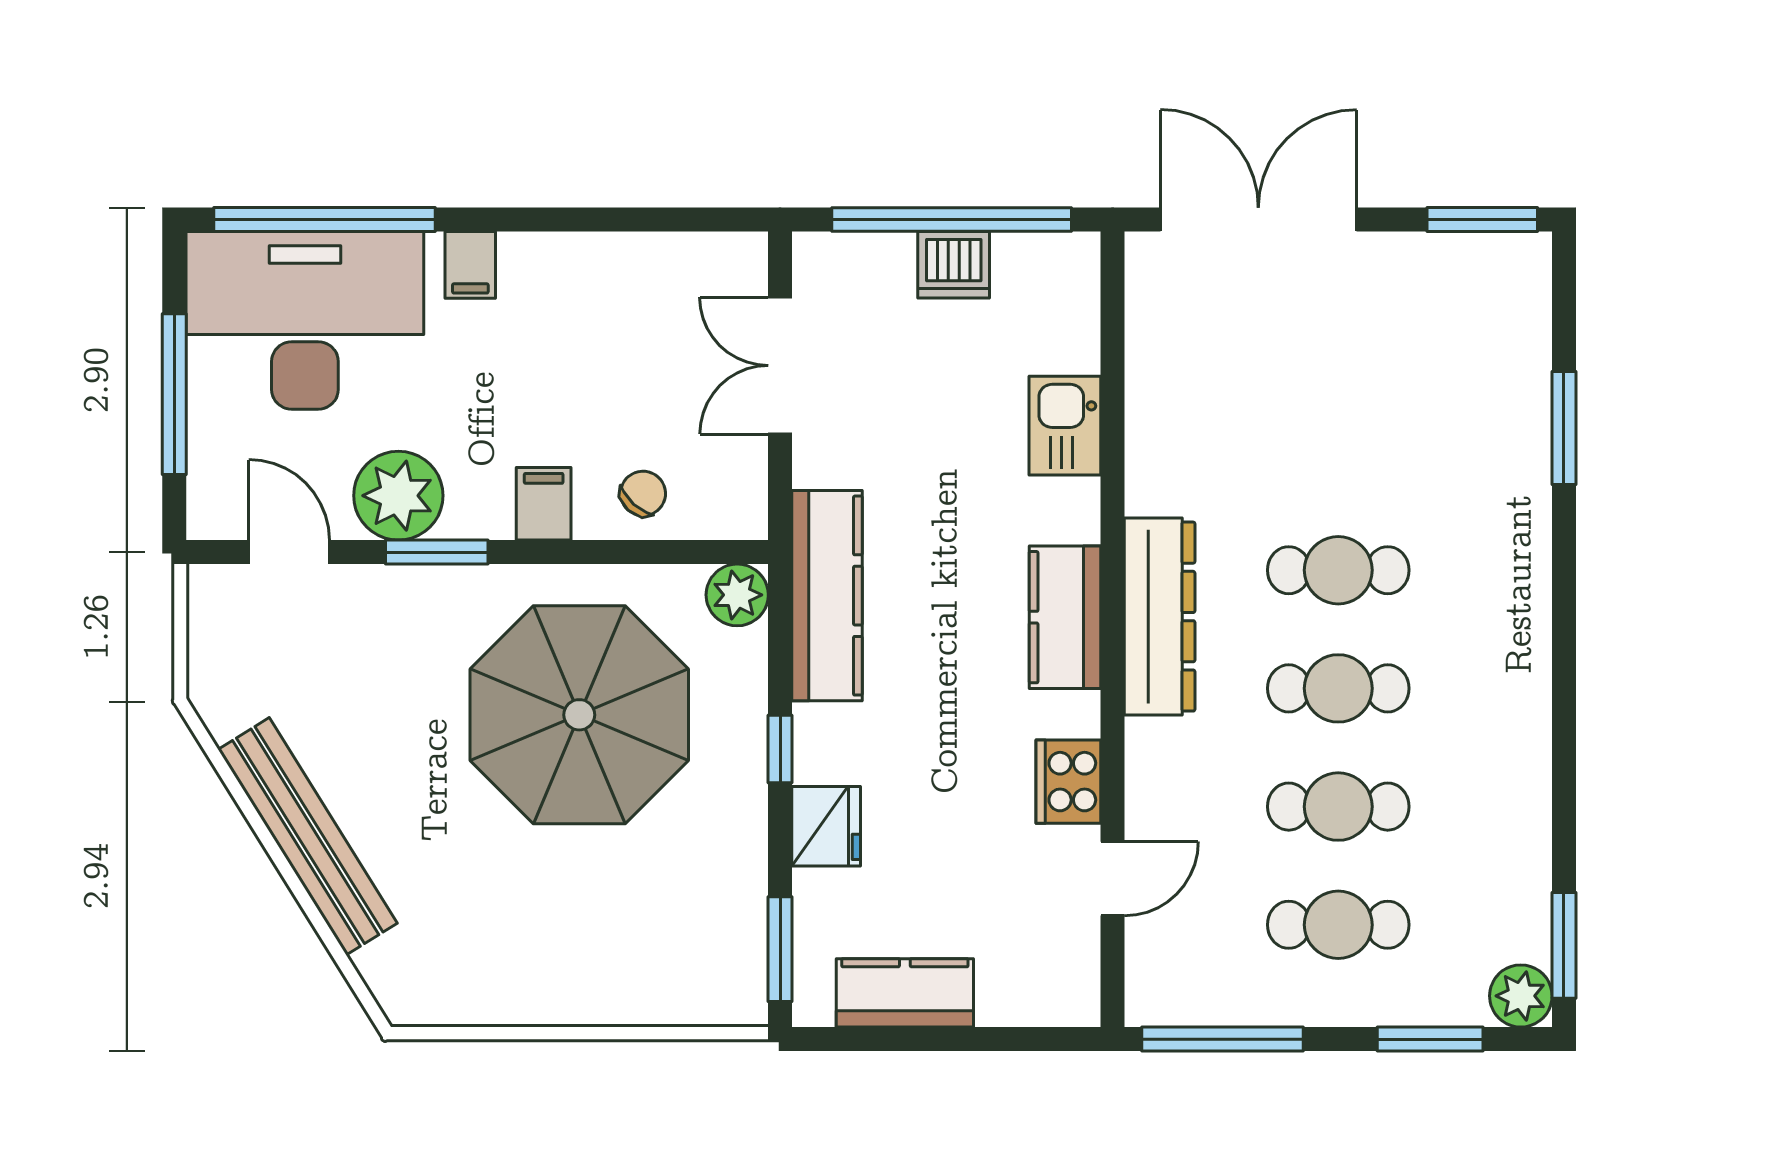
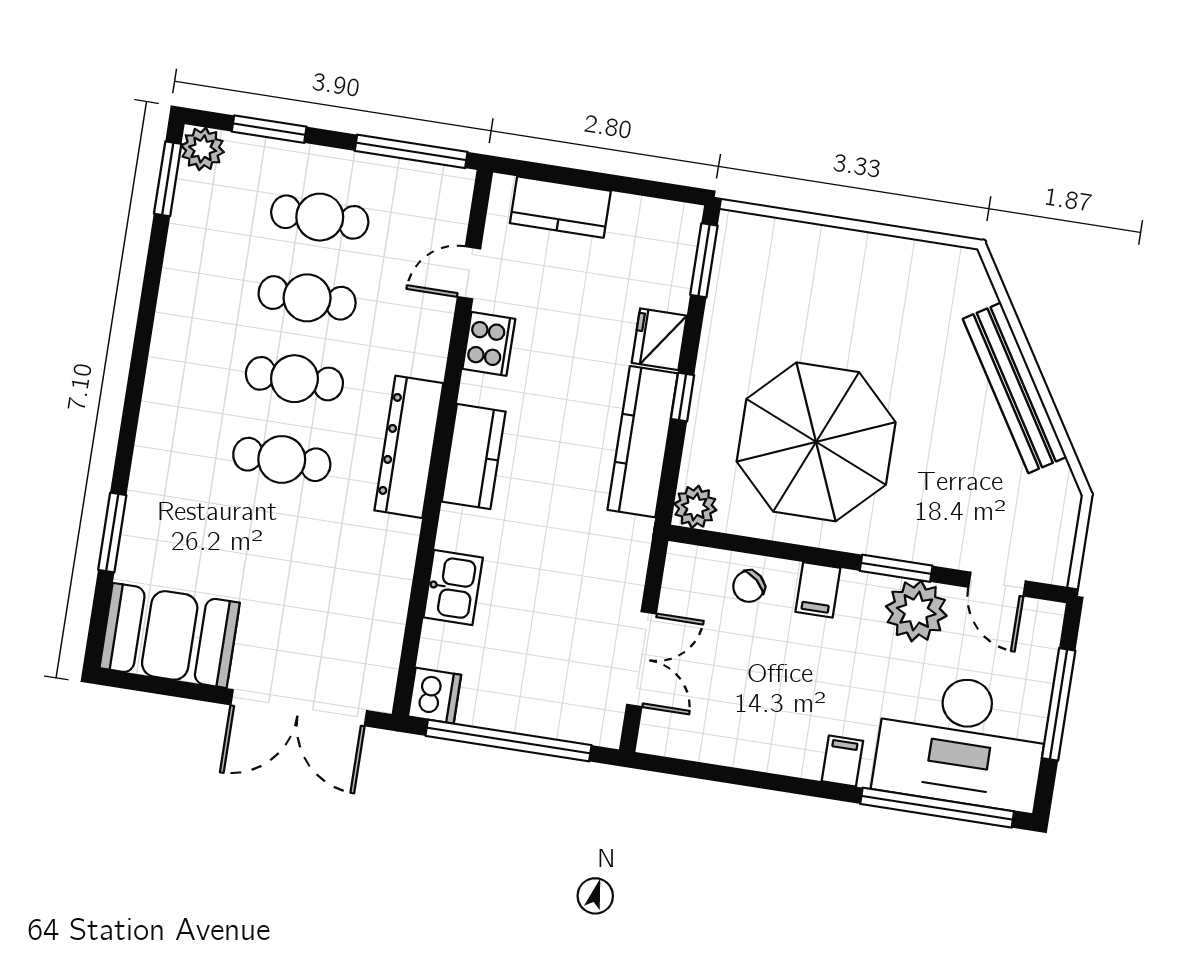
window: (1482, 220) -> (146, 684), removed
dishwasher: (954, 265) -> (435, 696), moved, turned 90
booth: (1459, 294) -> (170, 635), added
kitchen counter: (827, 596) -> (643, 442), moved
kitchen counter: (905, 993) -> (560, 207), moved

